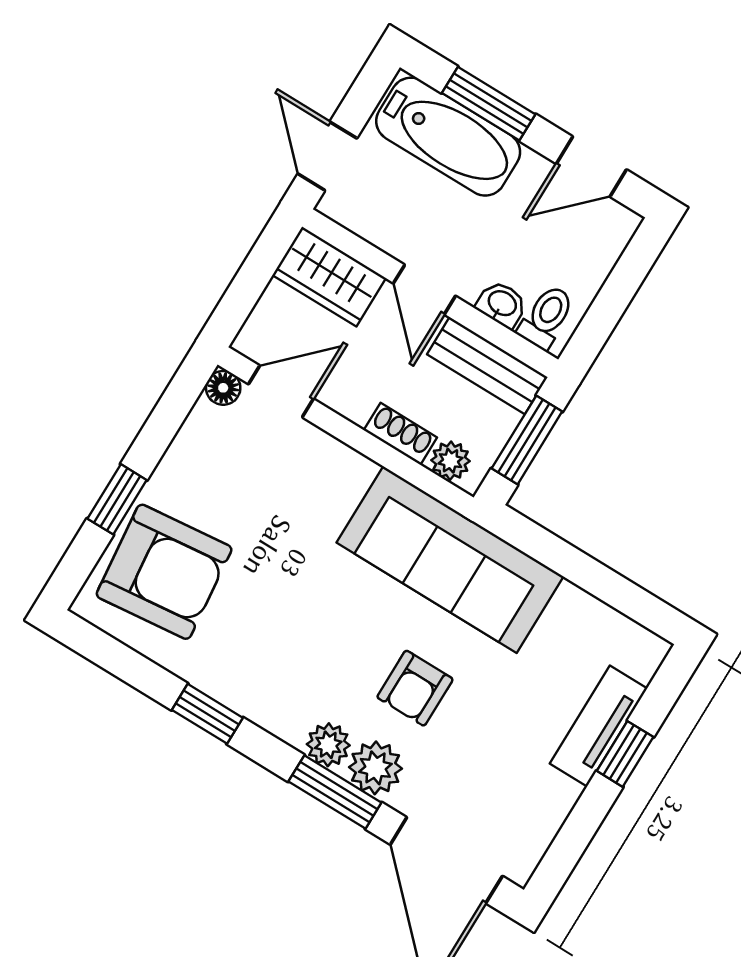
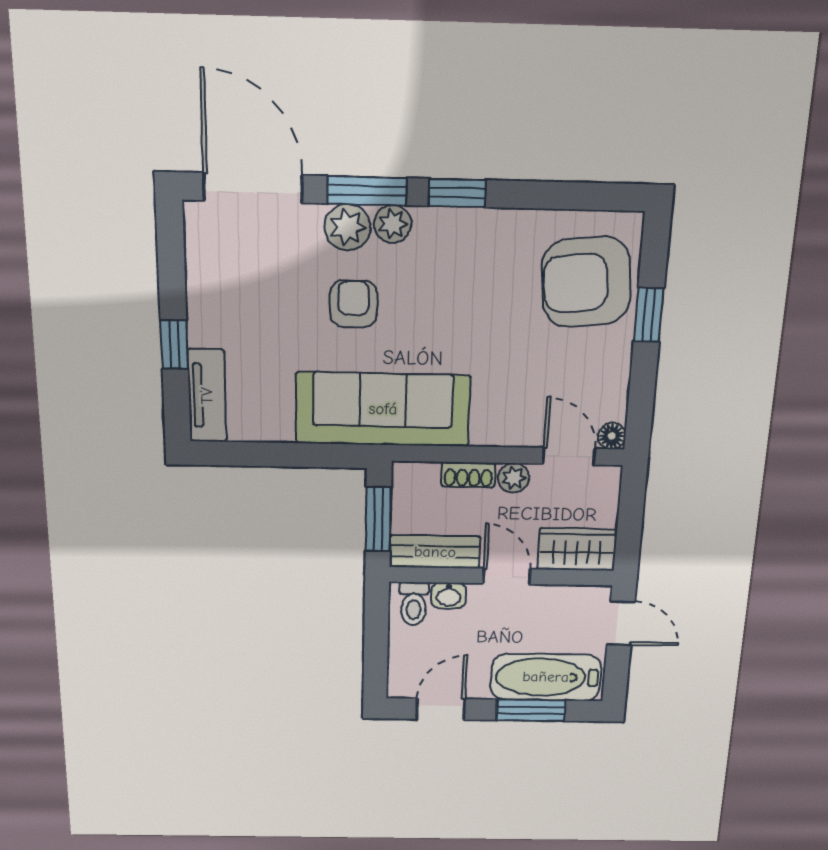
door: (281, 391) -> (569, 456), swing flipped
plant: (450, 461) -> (514, 478), moved
window: (207, 714) -> (457, 193), moved
tv unit: (599, 726) -> (207, 396), moved

